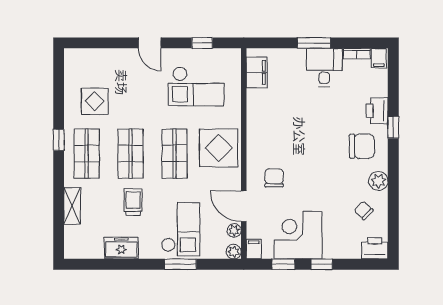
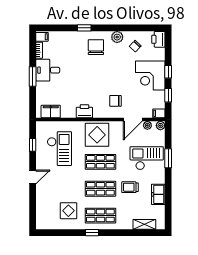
printer: (377, 111) -> (84, 111), moved, turned 180
shelving: (72, 206) -> (144, 224), moved
corner desk: (298, 235) -> (150, 76), moved

